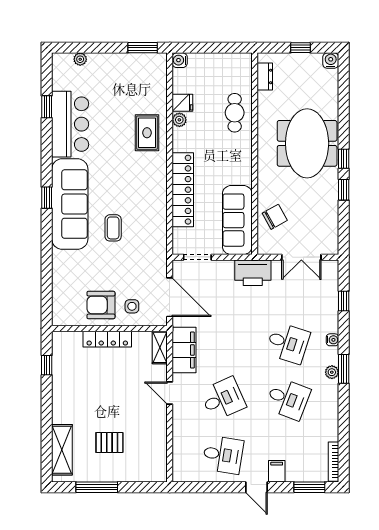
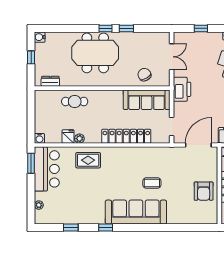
bar counter: (70, 124) -> (47, 169), moved, turned 90
window: (47, 198) -> (106, 228), moved
side table: (132, 306) -> (204, 170), removed

